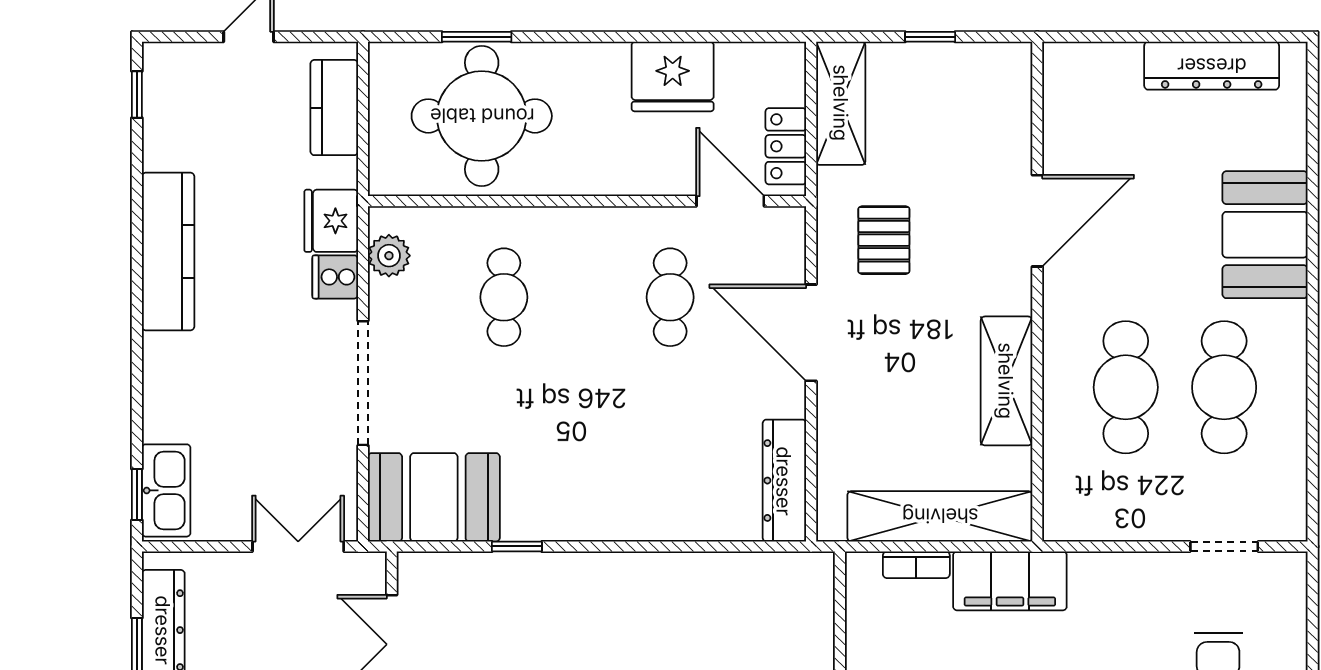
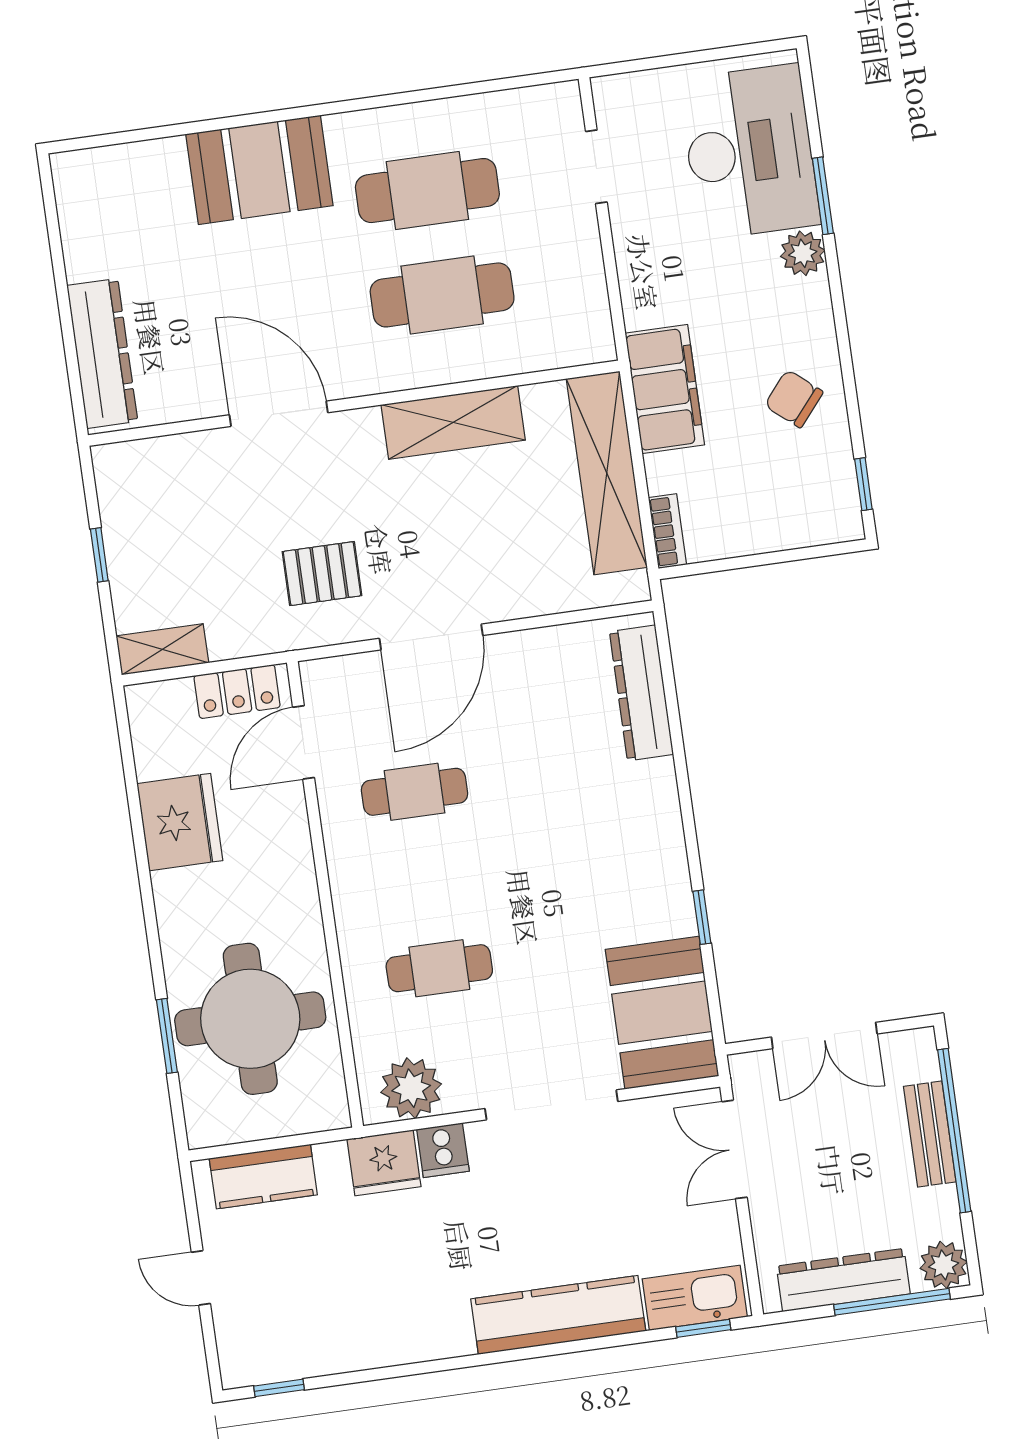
dresser: (1212, 66) -> (102, 353), moved
shelving: (841, 103) -> (162, 649), width x0.67, depth x0.75
kitchen counter: (168, 251) -> (558, 1315), moved
plant: (389, 256) -> (411, 1088), width x1.36, depth x1.36
dresser: (784, 481) -> (641, 693), moved, turned 90
bookcase: (916, 565) -> (667, 531), moved

